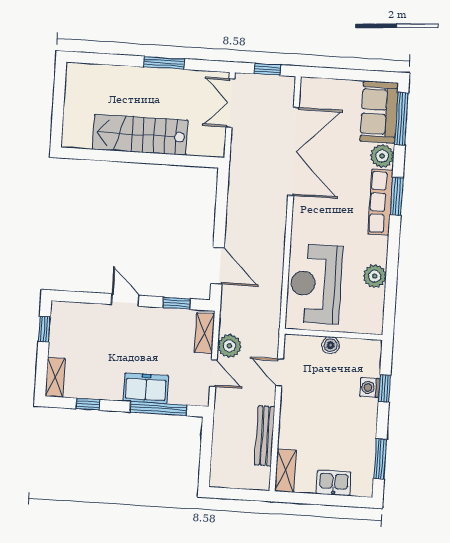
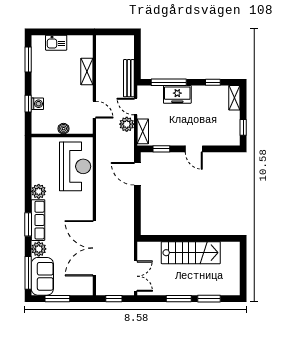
window: (116, 60) -> (209, 299), added
window: (357, 75) -> (57, 299), added
plant: (375, 276) -> (39, 191), moved
bench: (265, 436) -> (129, 78), moved
shelving: (285, 471) -> (87, 72), moved

